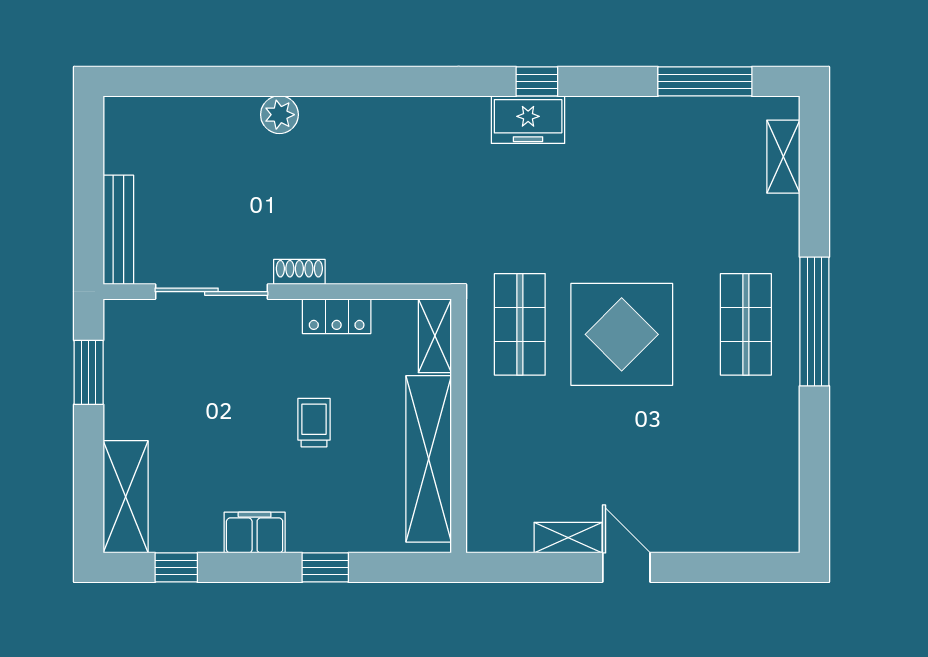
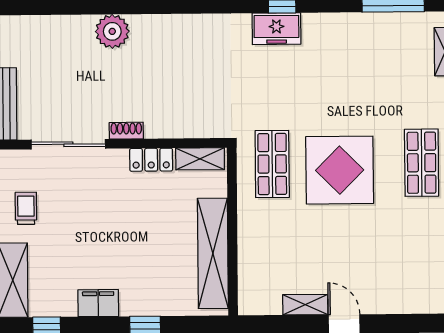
plant: (279, 115) -> (112, 31), width x1.36, depth x1.36
shelving: (435, 336) -> (200, 159), moved, turned 90
trolley: (314, 423) -> (26, 208), moved

